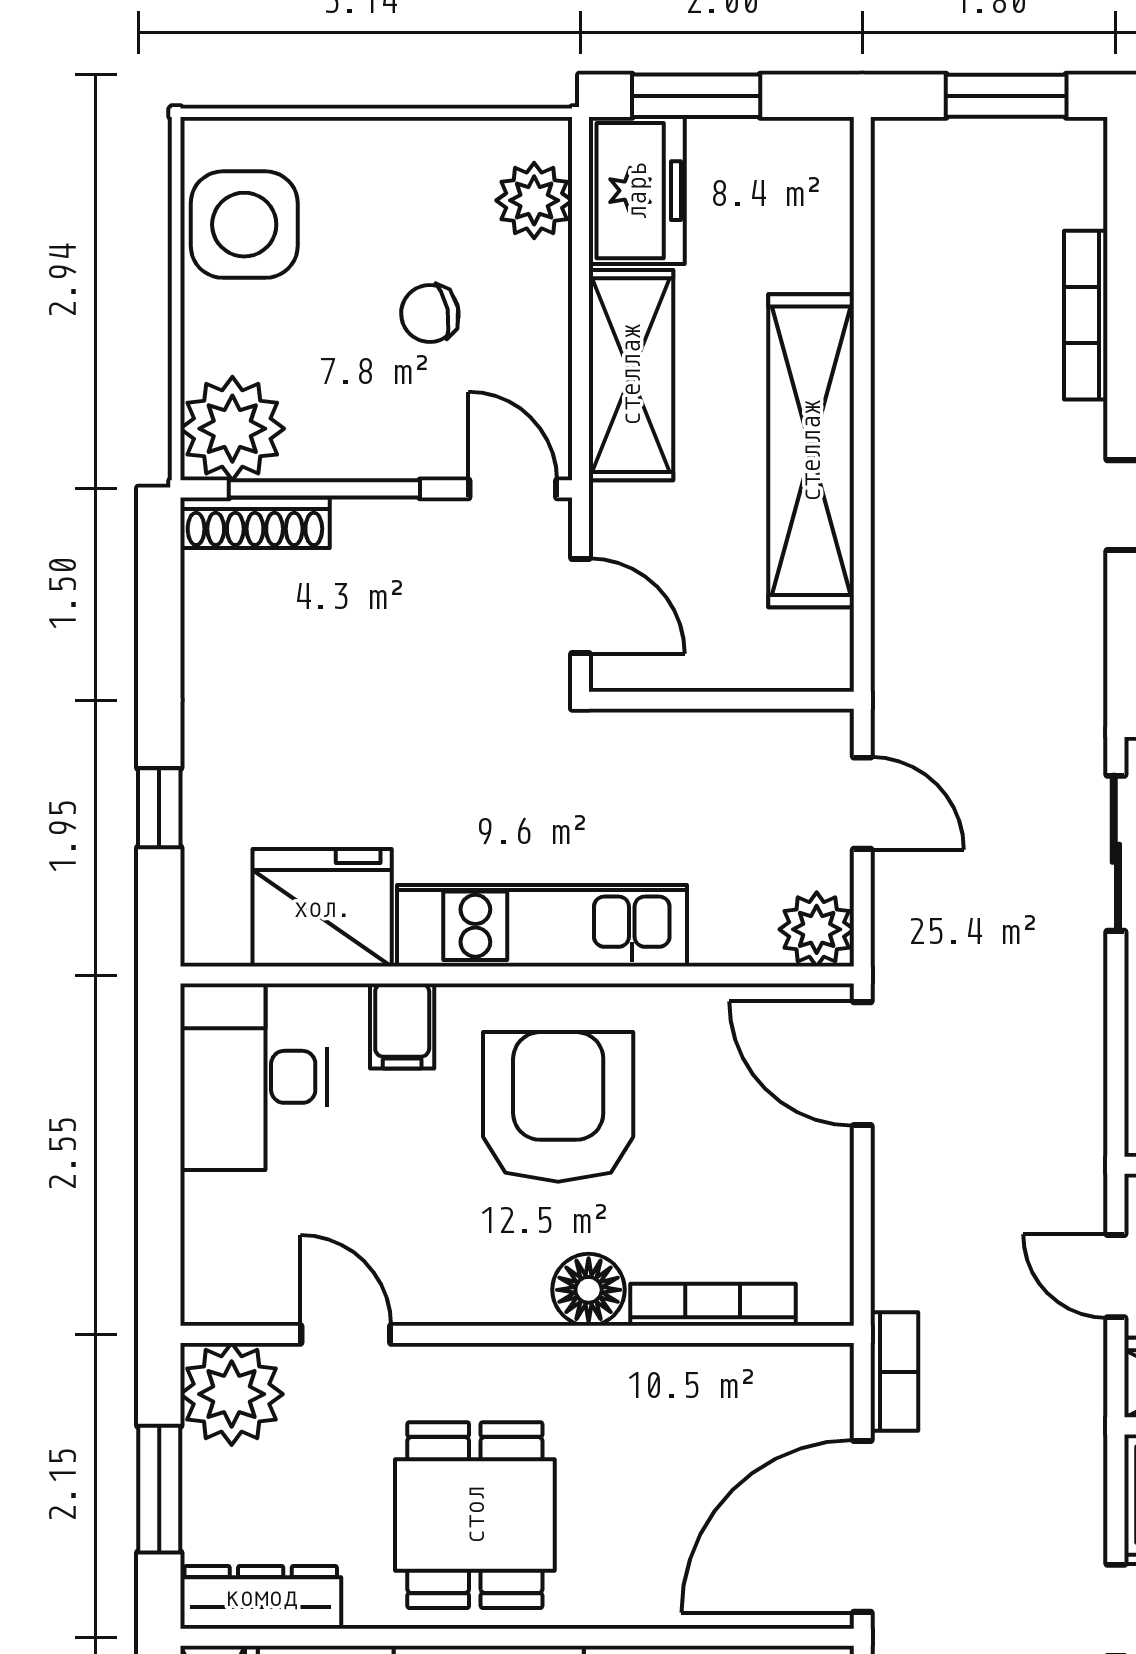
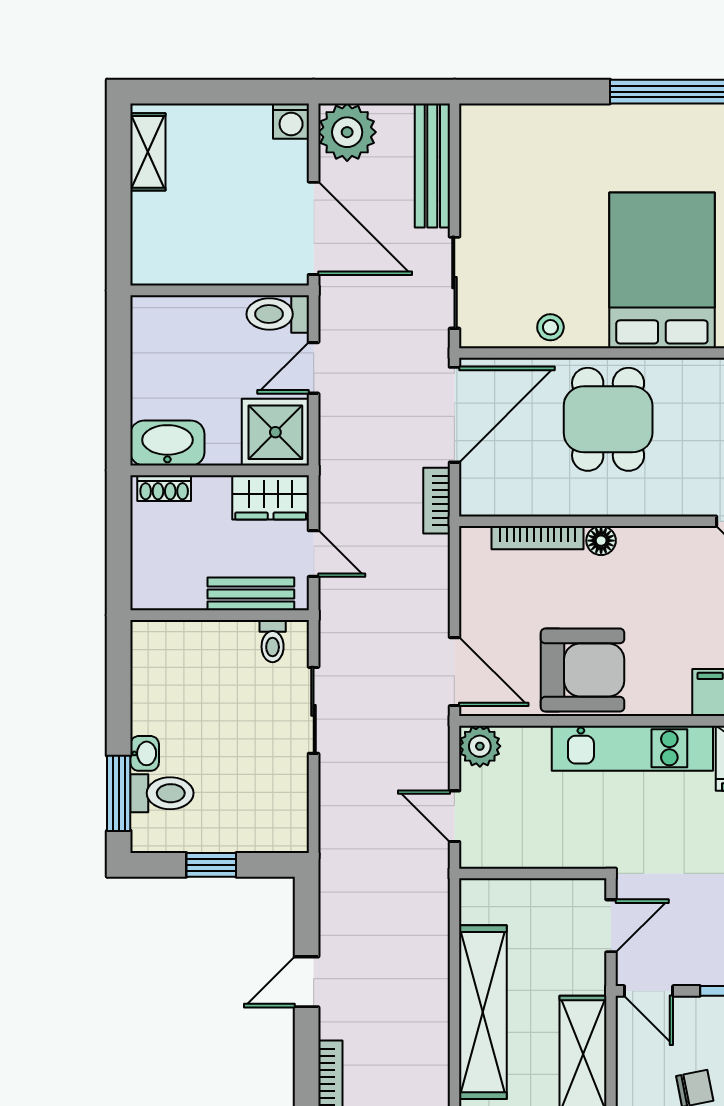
door: (580, 606) -> (611, 926), swing flipped
sliding door: (1116, 853) -> (314, 710), moved
armchair: (558, 1107) -> (582, 670), moved, turned -90
floor lamp: (589, 1290) -> (601, 541), width x0.73, depth x0.73
dining table: (475, 1515) -> (608, 419), moved

